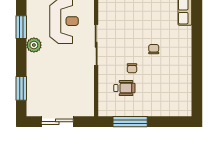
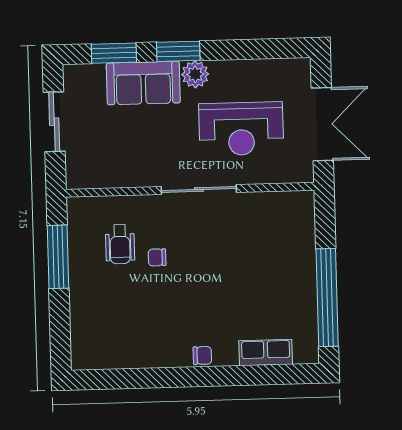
window: (21, 27) -> (178, 51), moved
chair: (154, 49) -> (202, 355), moved
sofa: (38, 73) -> (143, 83), added

